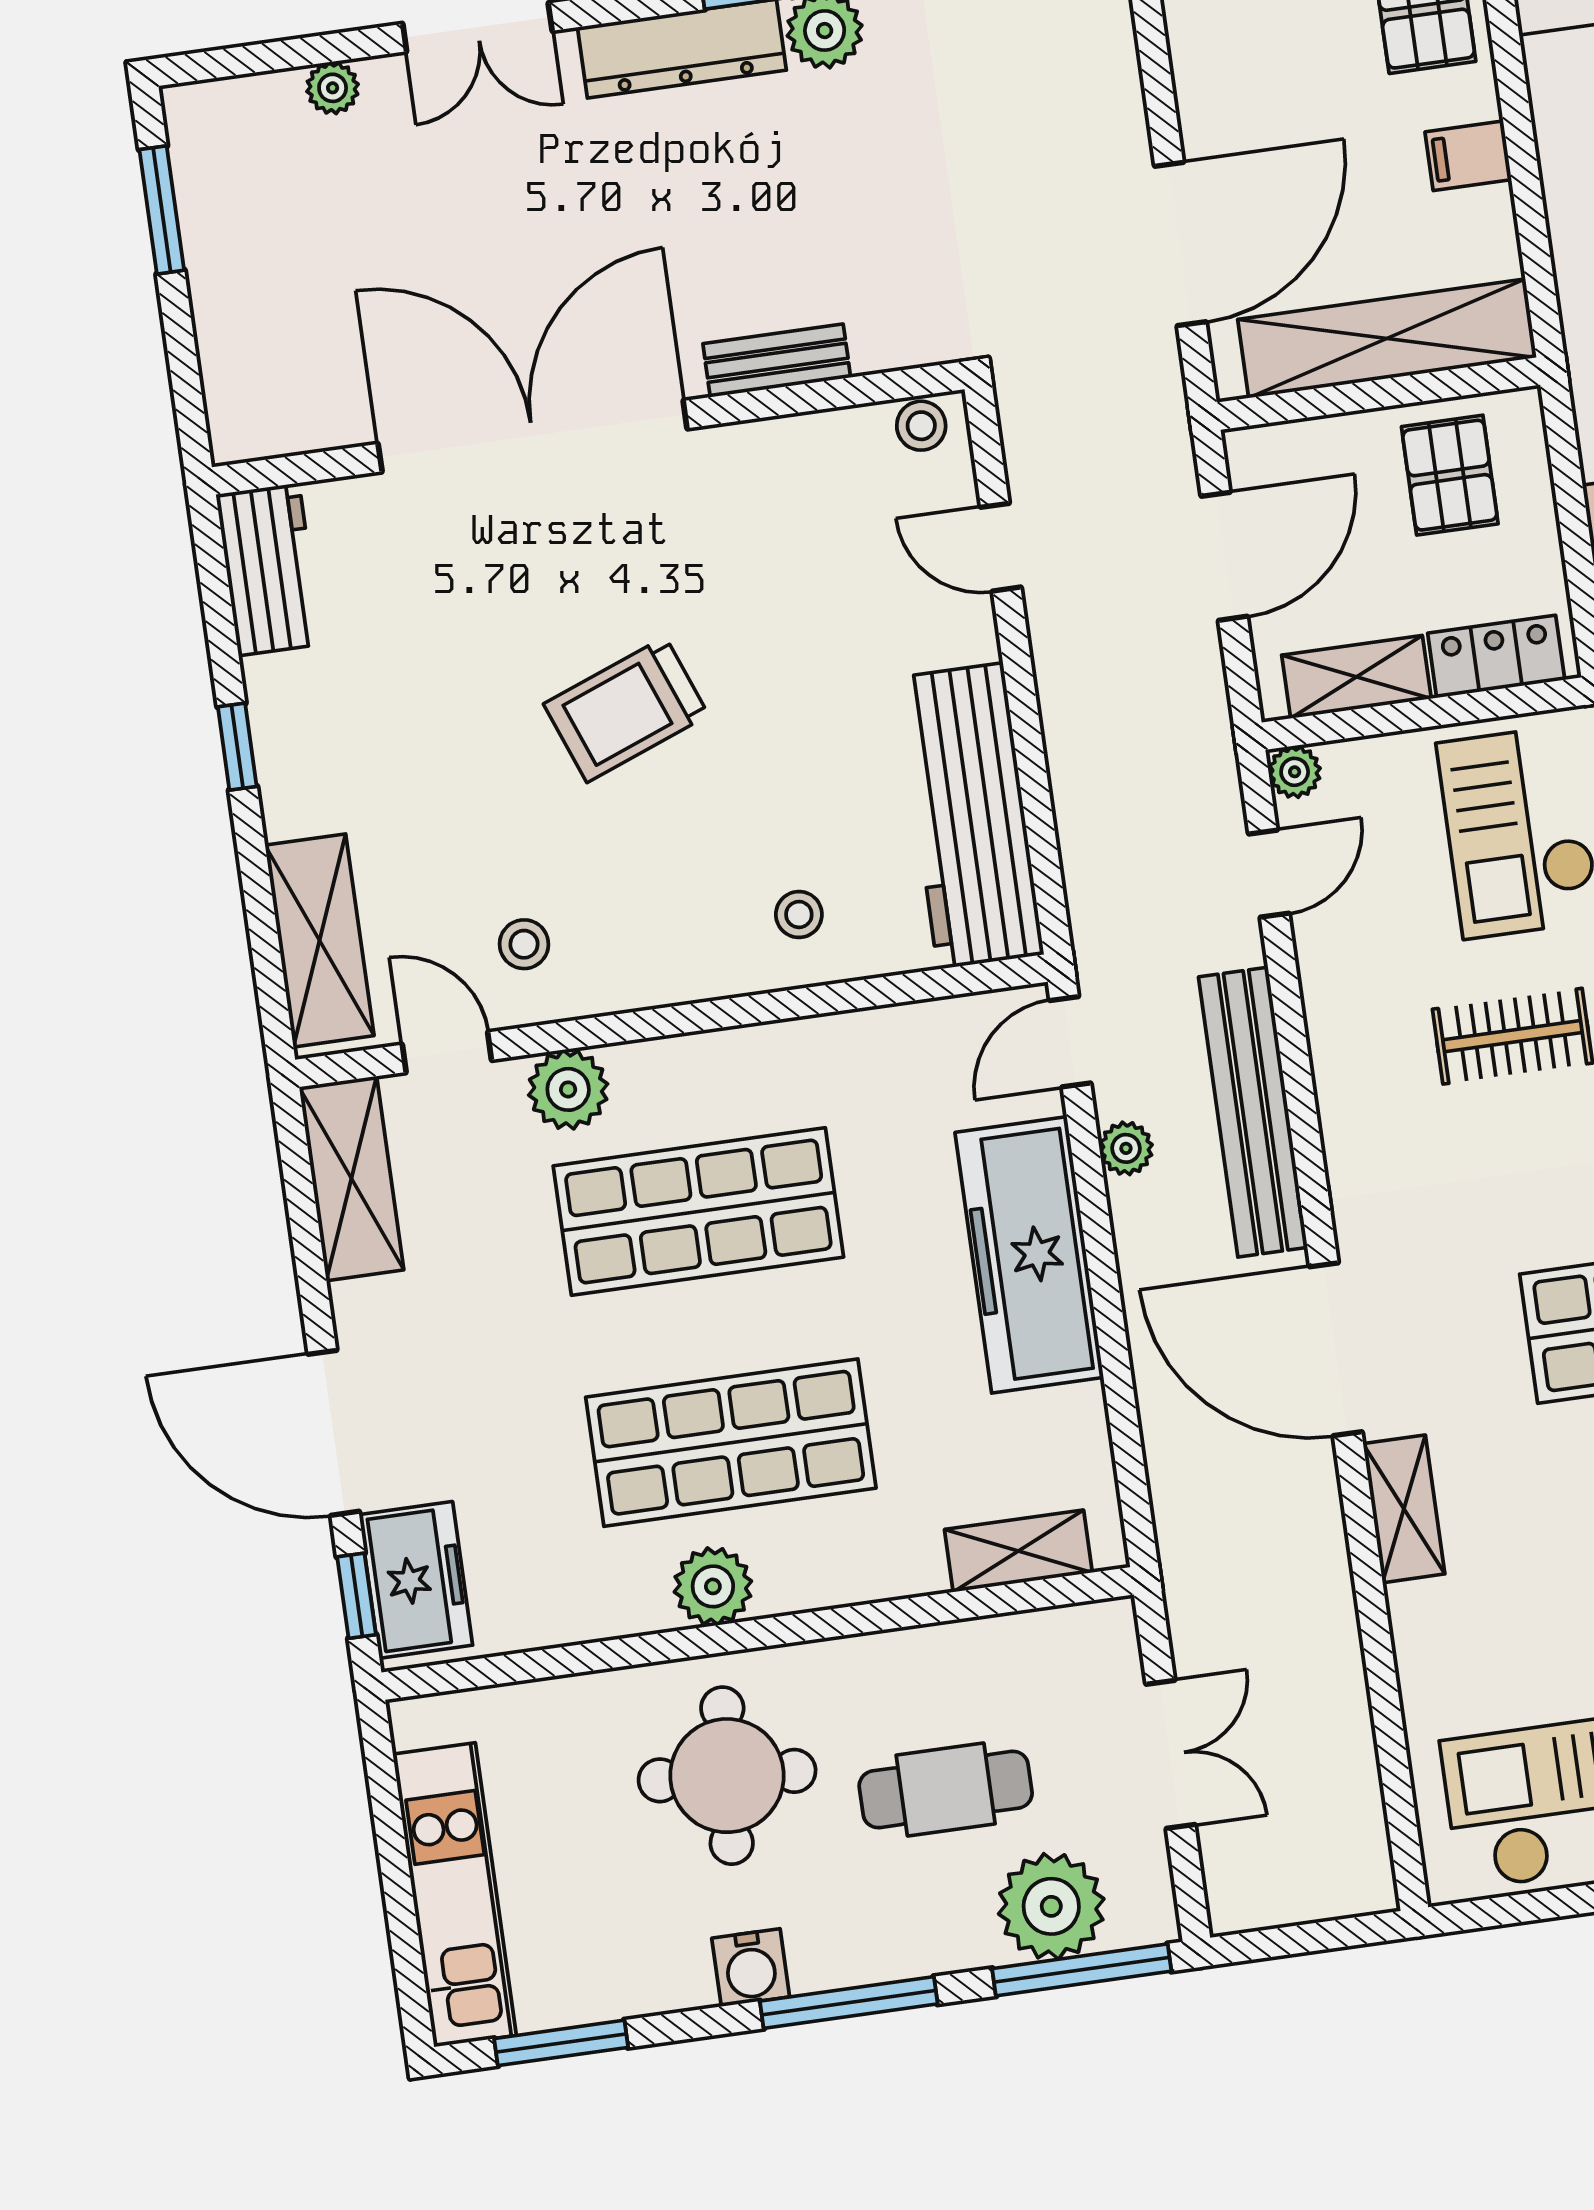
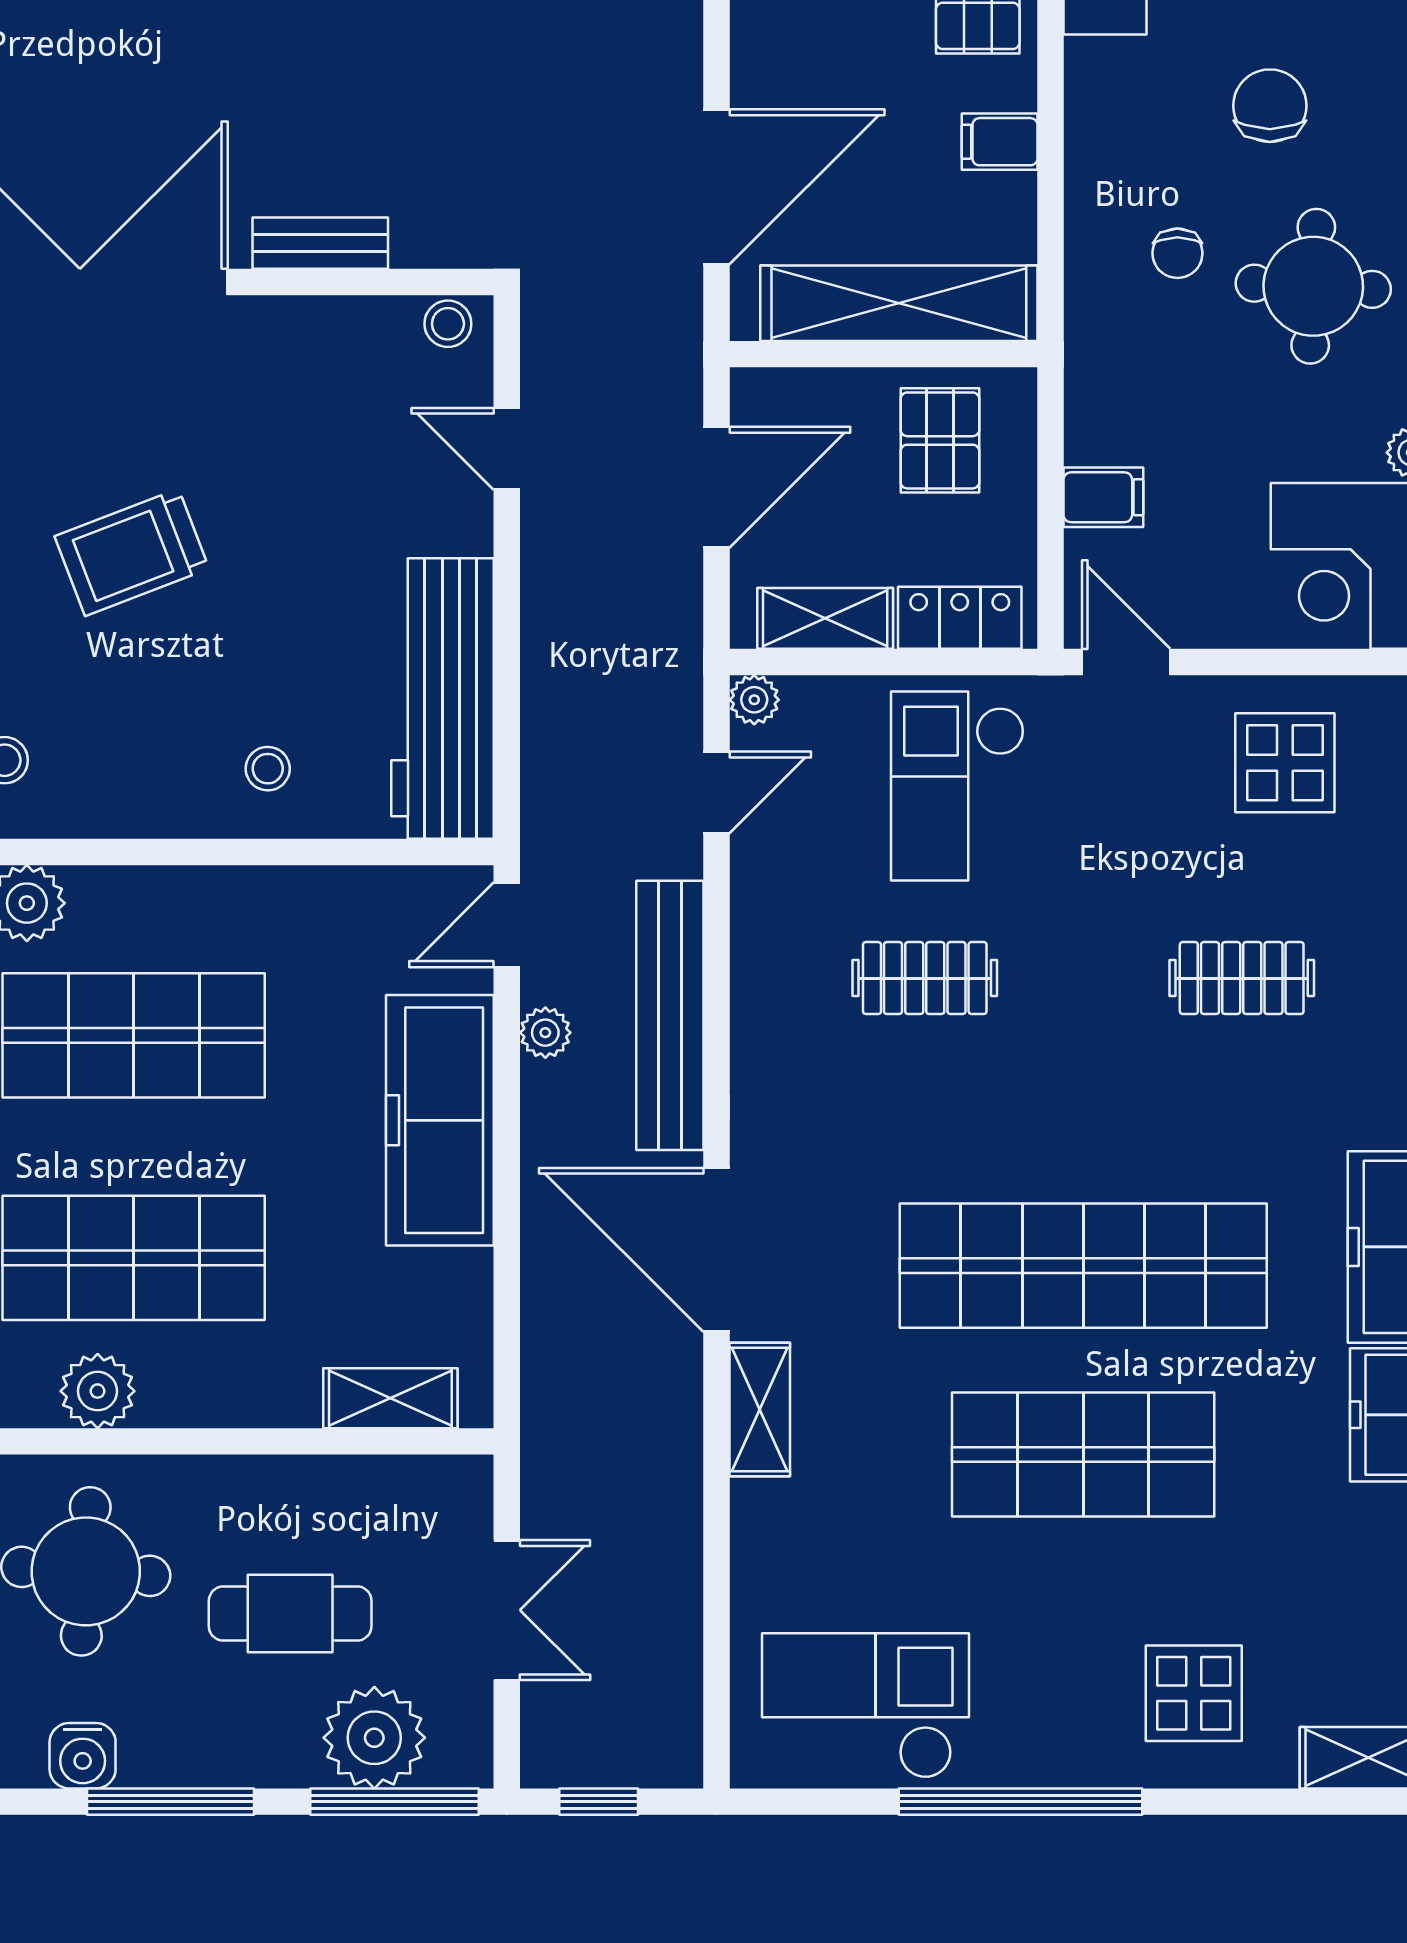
window: (1294, 1940) -> (599, 1802), added

